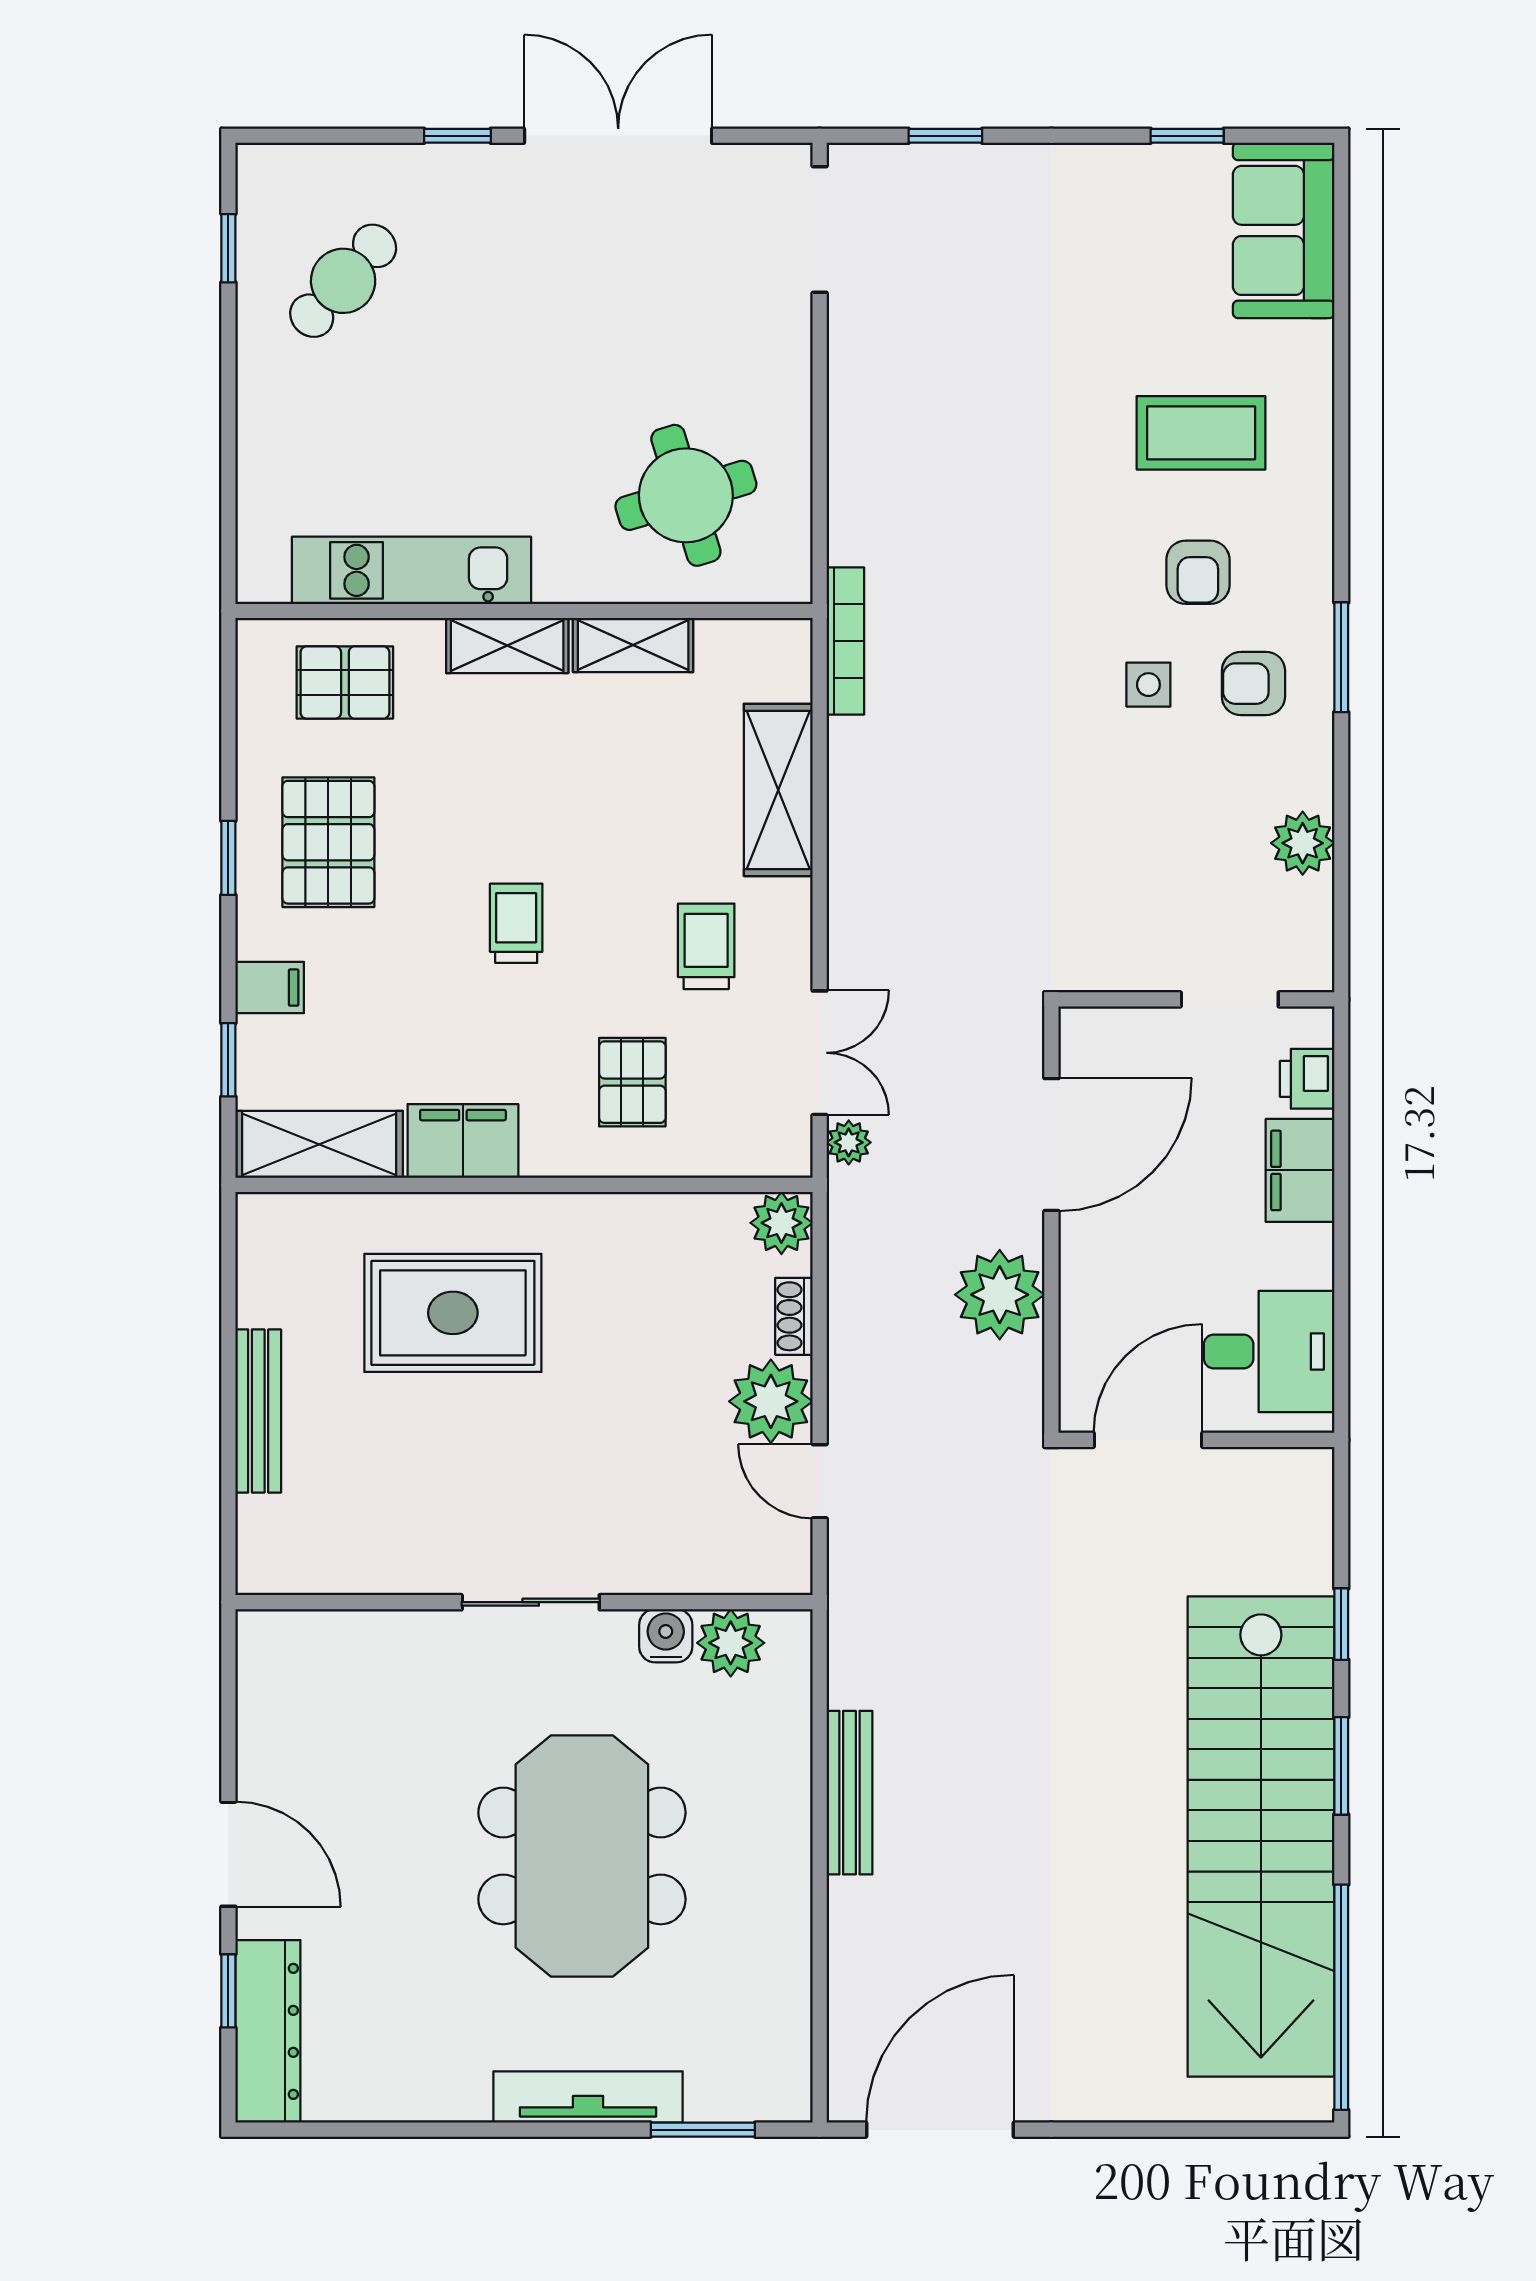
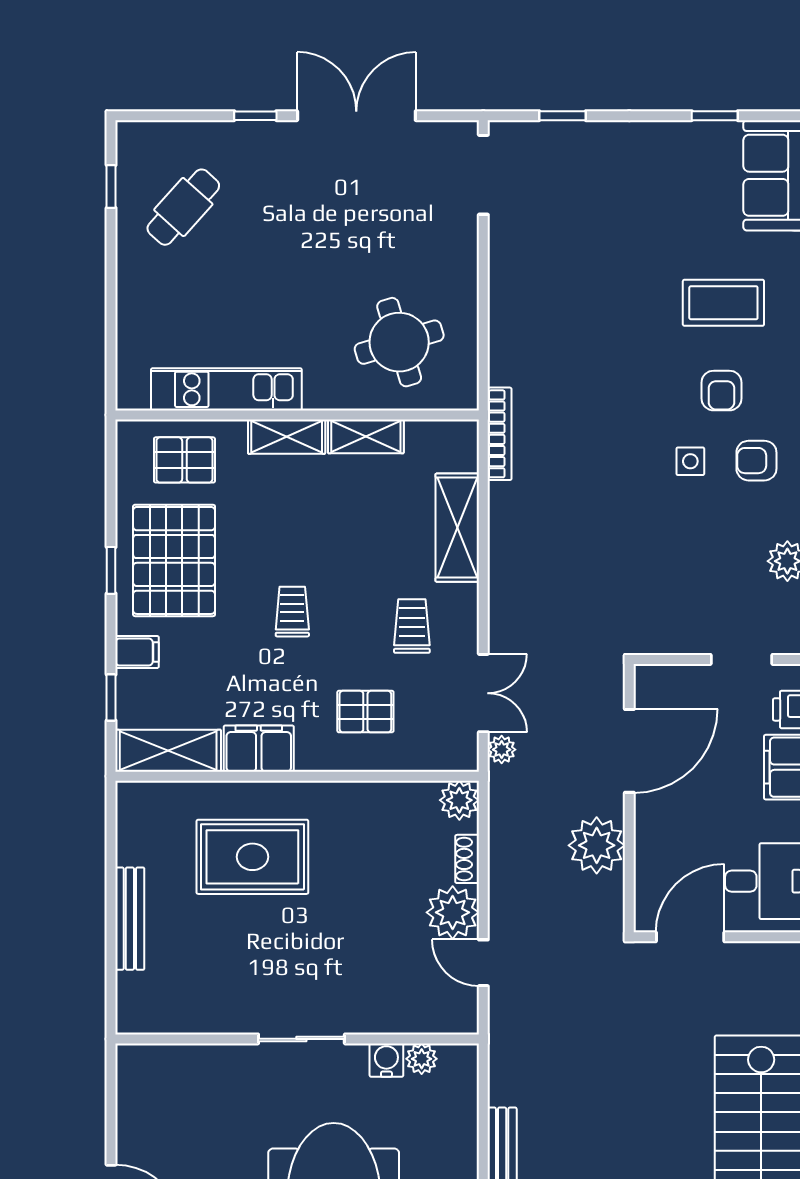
pallet: (328, 842) -> (174, 560), width x1.37, depth x1.41
pallet: (632, 1082) -> (365, 712), turned 90
plant: (731, 1643) -> (422, 1059), width x0.73, depth x0.73

